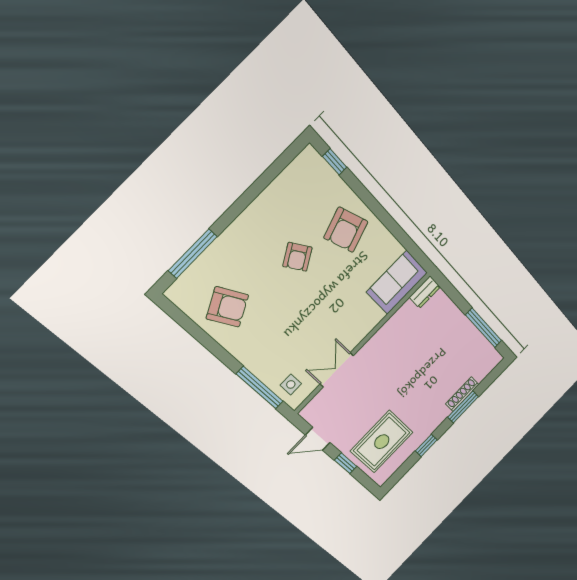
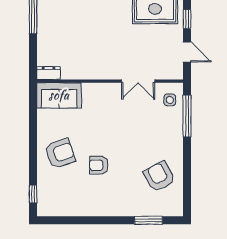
window: (193, 254) -> (148, 220), width x0.69
armchair: (297, 257) -> (99, 165), turned -148

